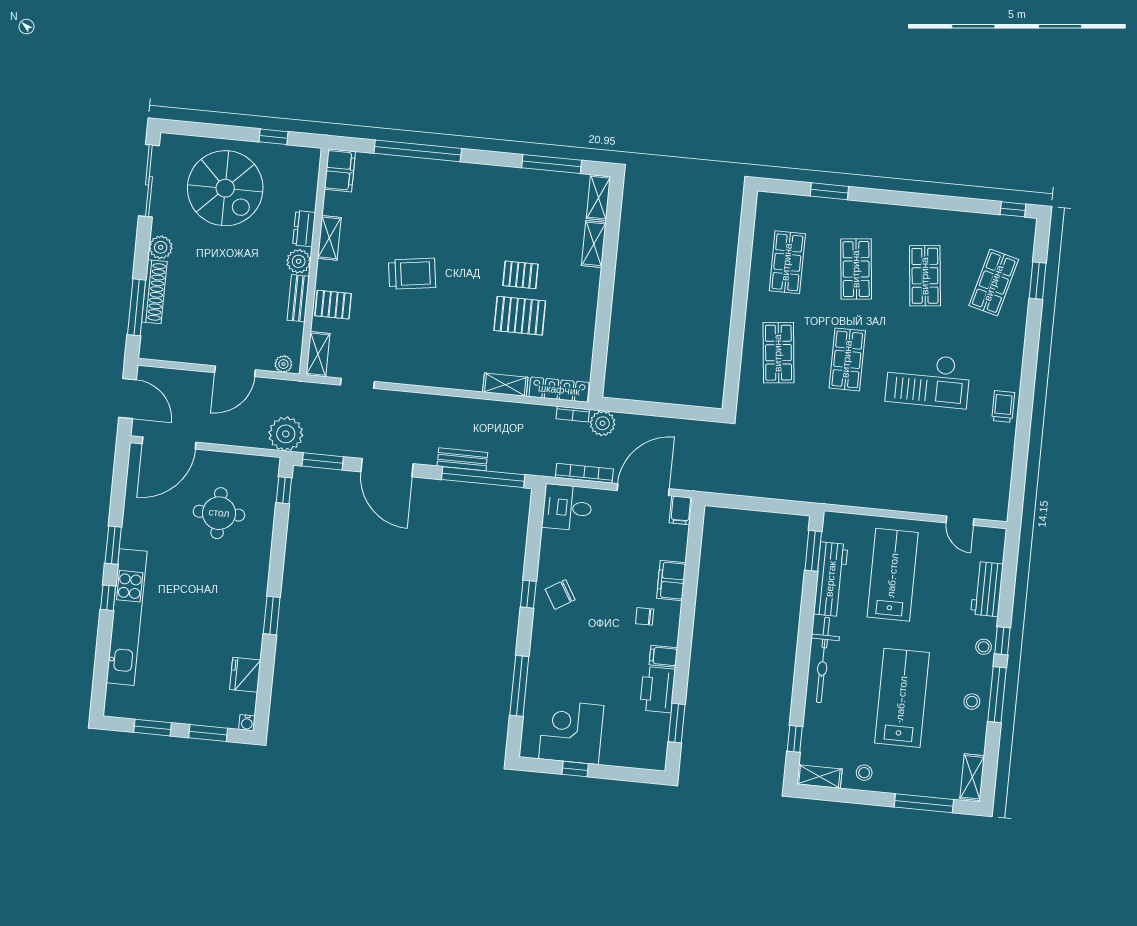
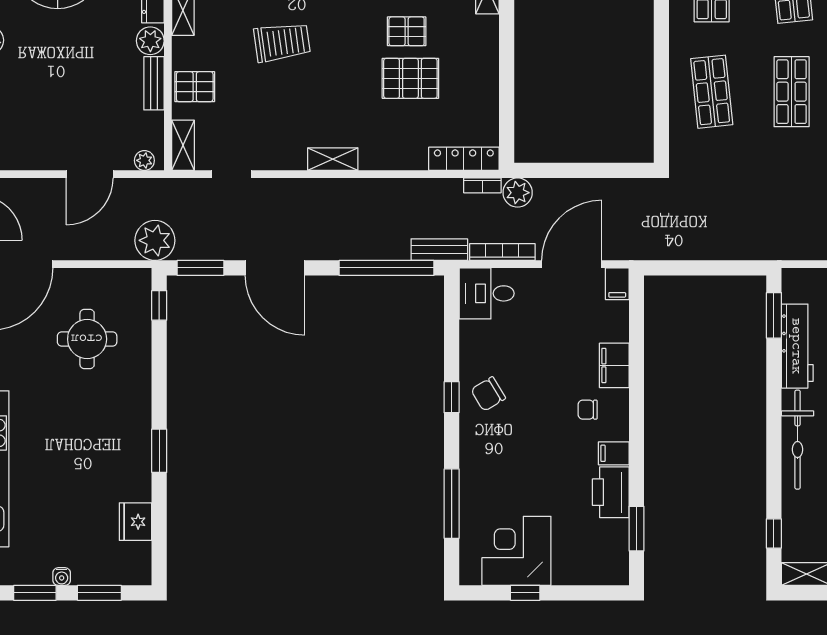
shelving: (505, 385) -> (333, 159), moved
bench: (462, 459) -> (439, 250), moved
water cooler: (247, 723) -> (62, 577), moved

